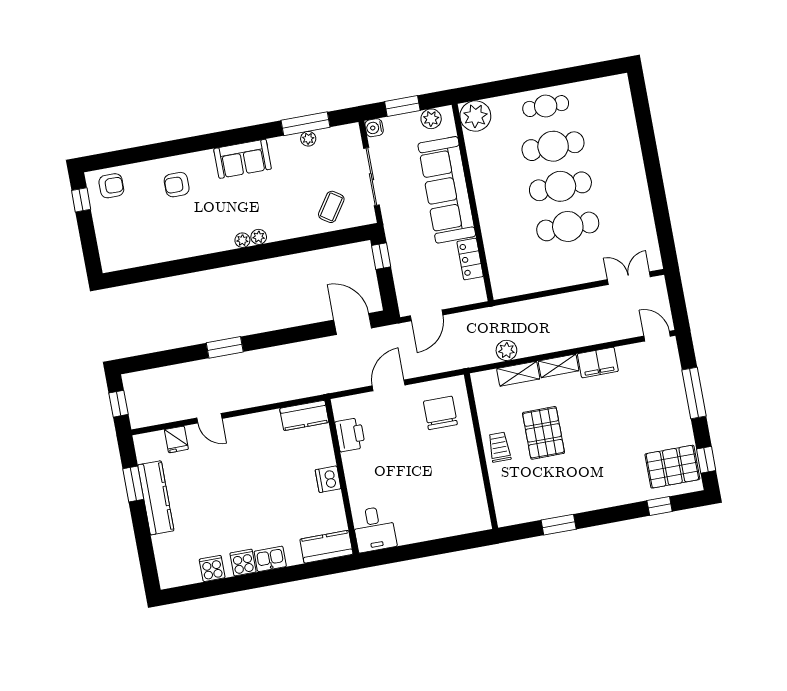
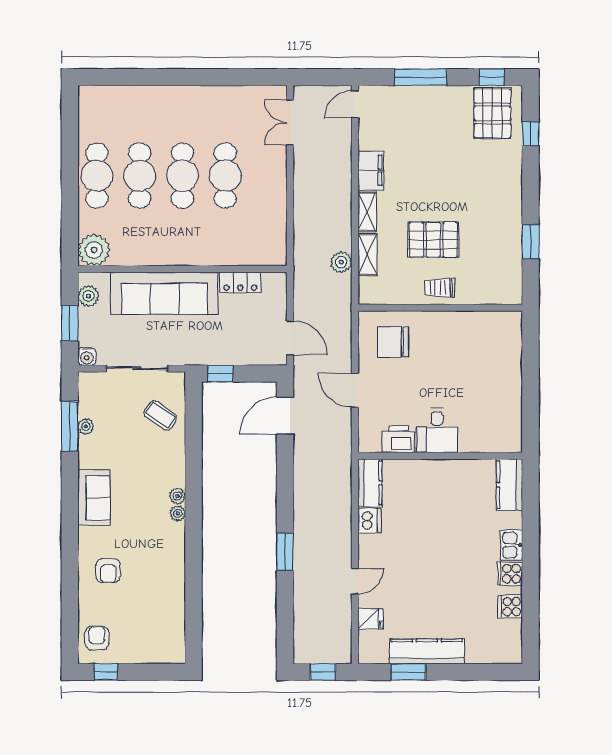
cafe table: (546, 106) -> (97, 176), width x1.37, depth x1.35
dishwasher: (328, 479) -> (370, 521), moved, turned -90
desk: (374, 529) -> (437, 431), moved, turned 90

